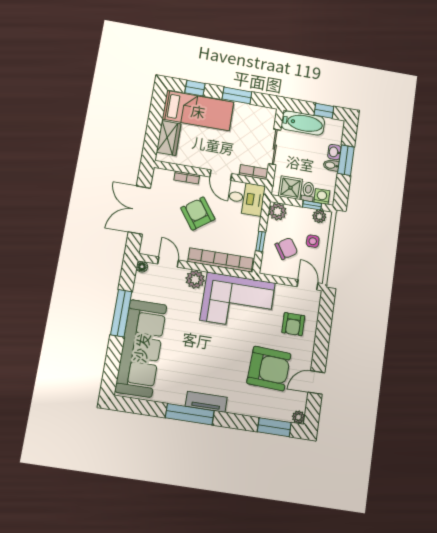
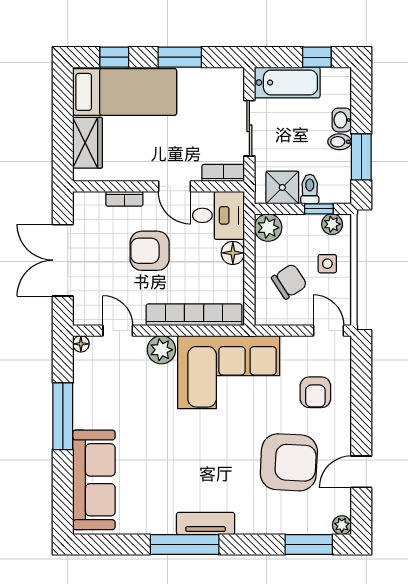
window: (346, 160) -> (361, 157), moved
washing machine: (322, 196) -> (332, 193), removed
armchair: (198, 214) -> (150, 251), turned -54
floor lamp: (252, 224) -> (233, 253), added
window: (261, 241) -> (249, 277), removed
sofa: (141, 348) -> (94, 480), width x0.74, depth x0.79

